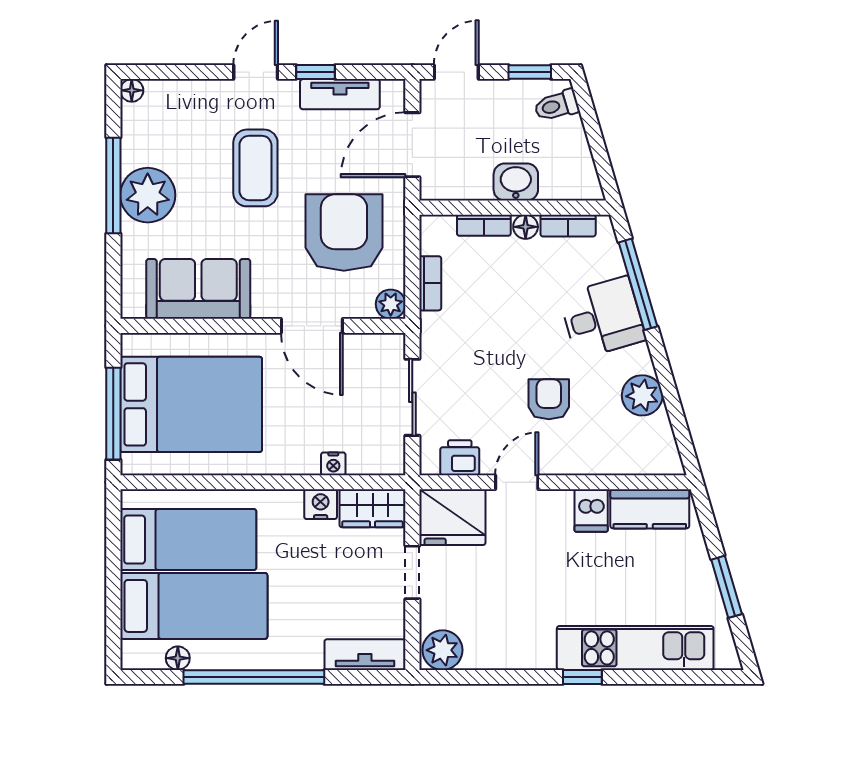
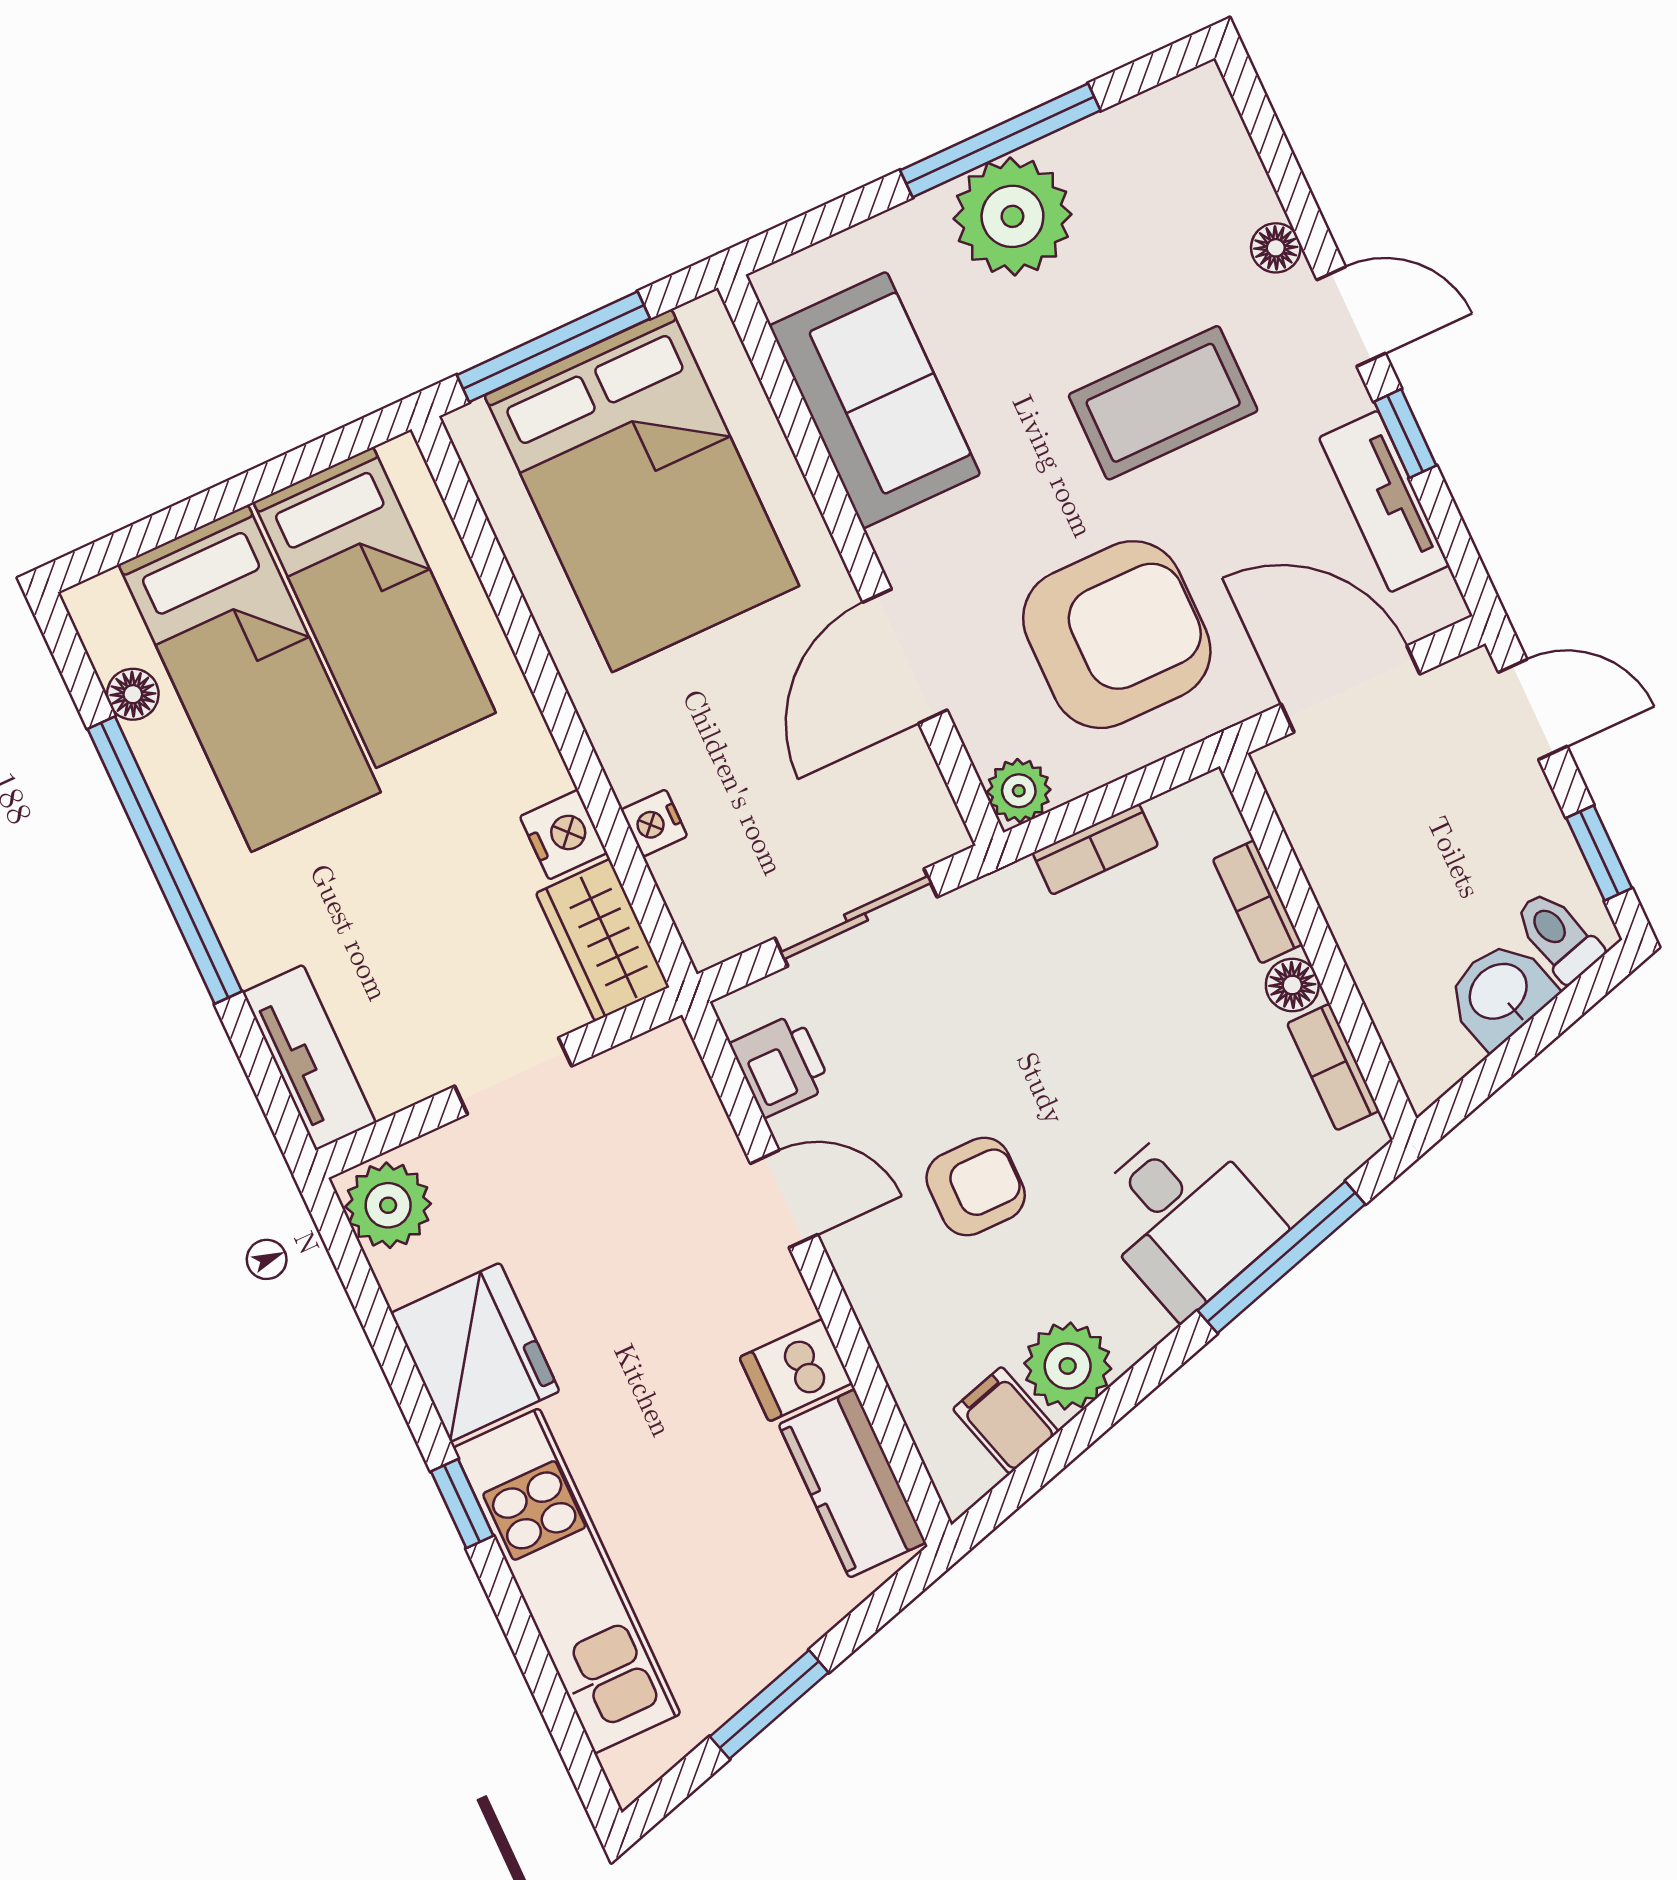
floor lamp: (132, 90) -> (1276, 248), moved
washbasin: (516, 182) -> (1500, 993), moved, turned -106
filing cabinet: (653, 432) -> (1006, 1420), added
fridge: (452, 517) -> (475, 1352), moved, turned 180

